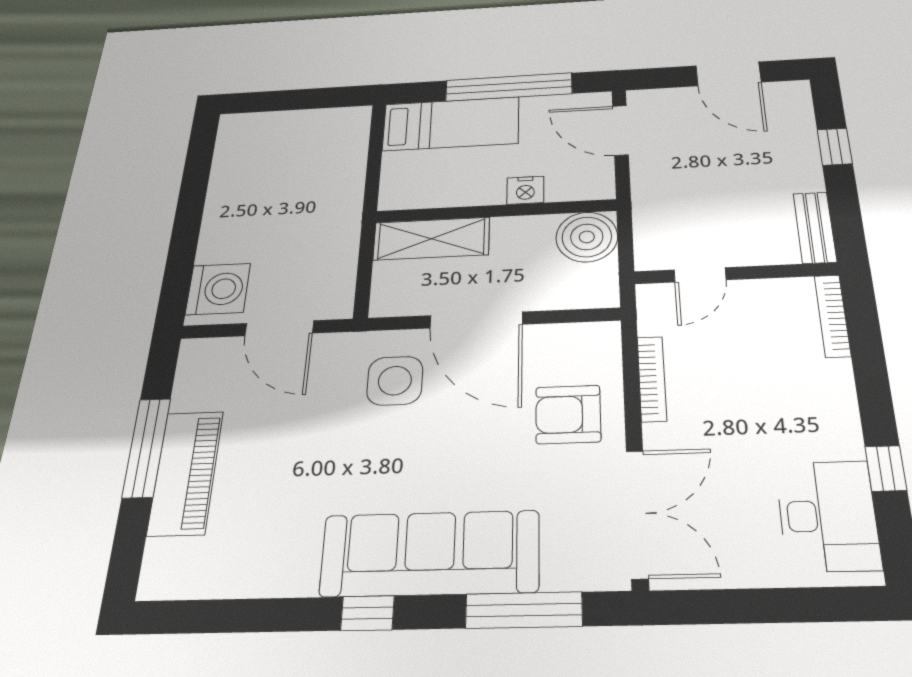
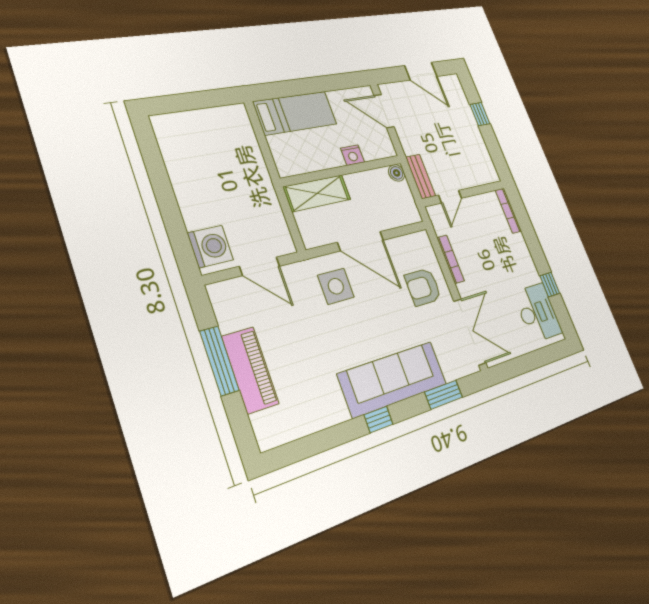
window: (509, 87) -> (316, 85), removed
bench: (815, 227) -> (420, 176), moved
boiler: (587, 237) -> (397, 173), width x0.54, depth x0.54
window: (524, 610) -> (444, 395), width x0.69

